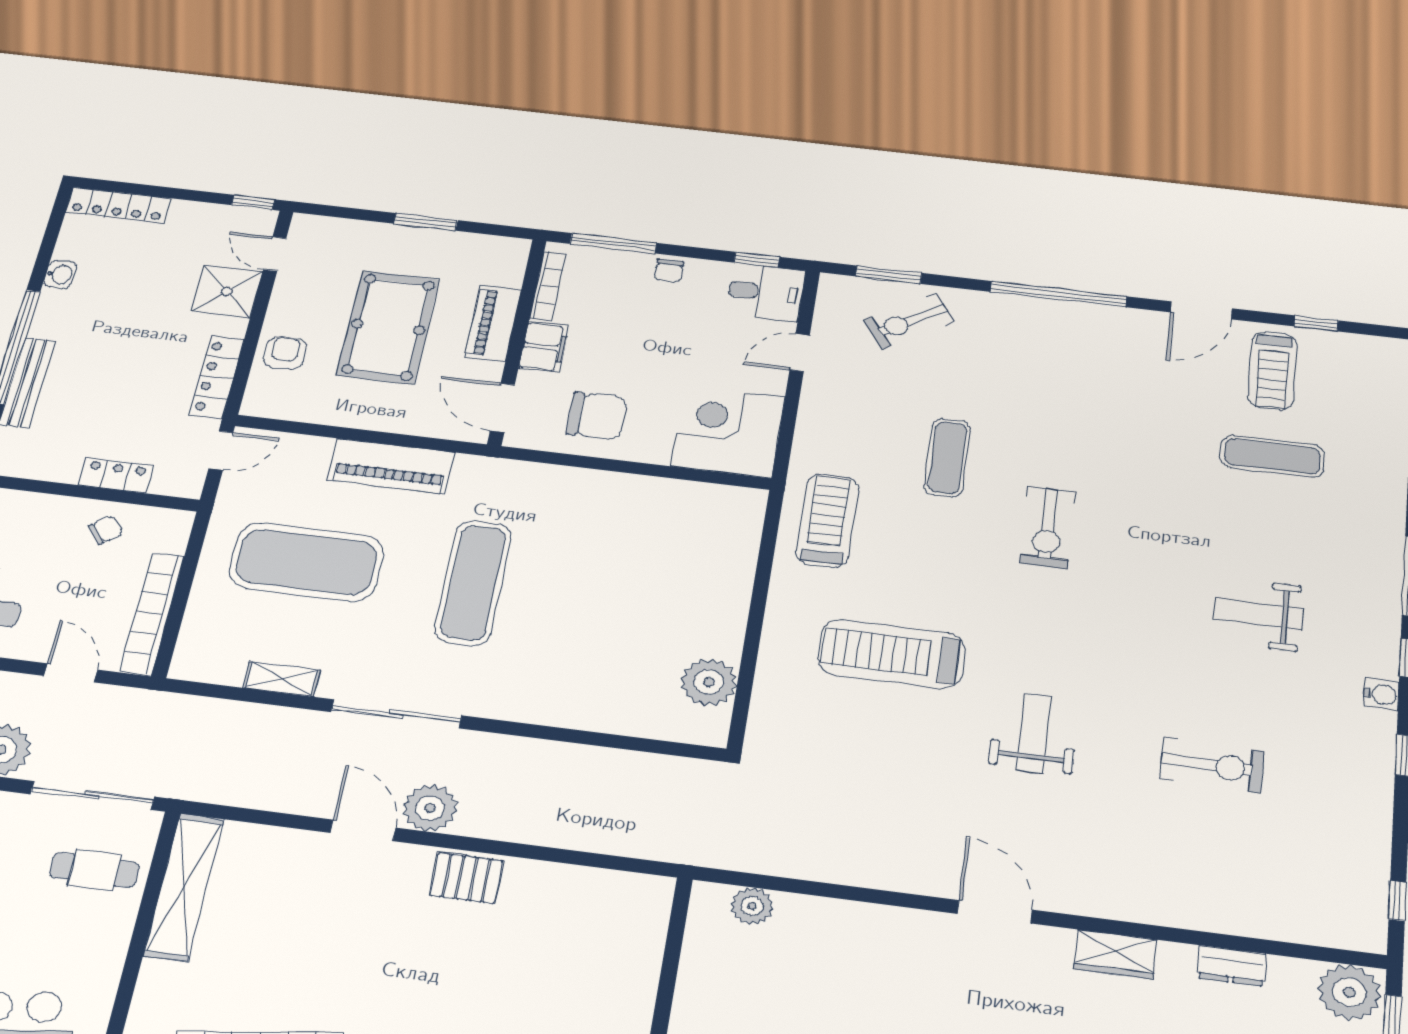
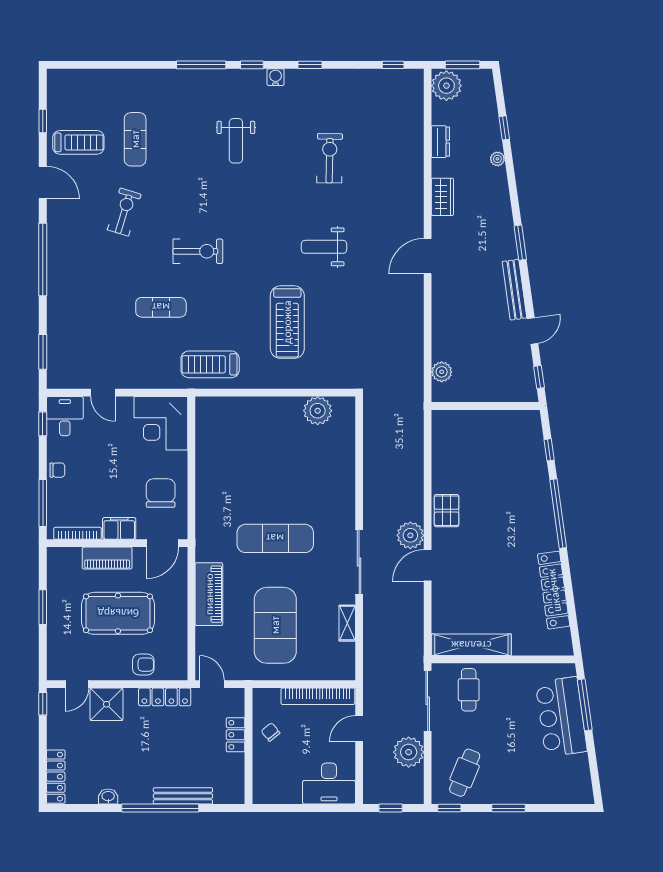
exercise bike: (909, 321) -> (124, 212), moved, turned -129
armchair: (285, 353) -> (143, 665), turned 180

